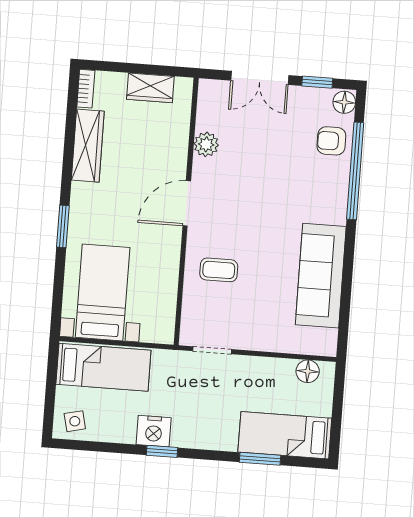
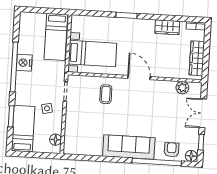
wardrobe: (150, 88) -> (197, 58), width x1.50
plant: (206, 144) -> (182, 88), moved
wardrobe: (88, 146) -> (167, 27), width x0.67
sofa: (321, 276) -> (129, 147), moved
bed with nightstands: (103, 292) -> (92, 54), moved
side table: (75, 421) -> (47, 108), moved
window: (162, 451) -> (14, 67), width x3.17

